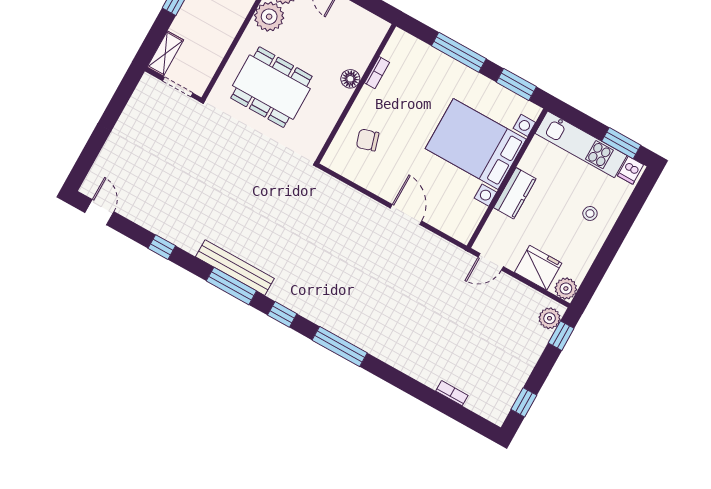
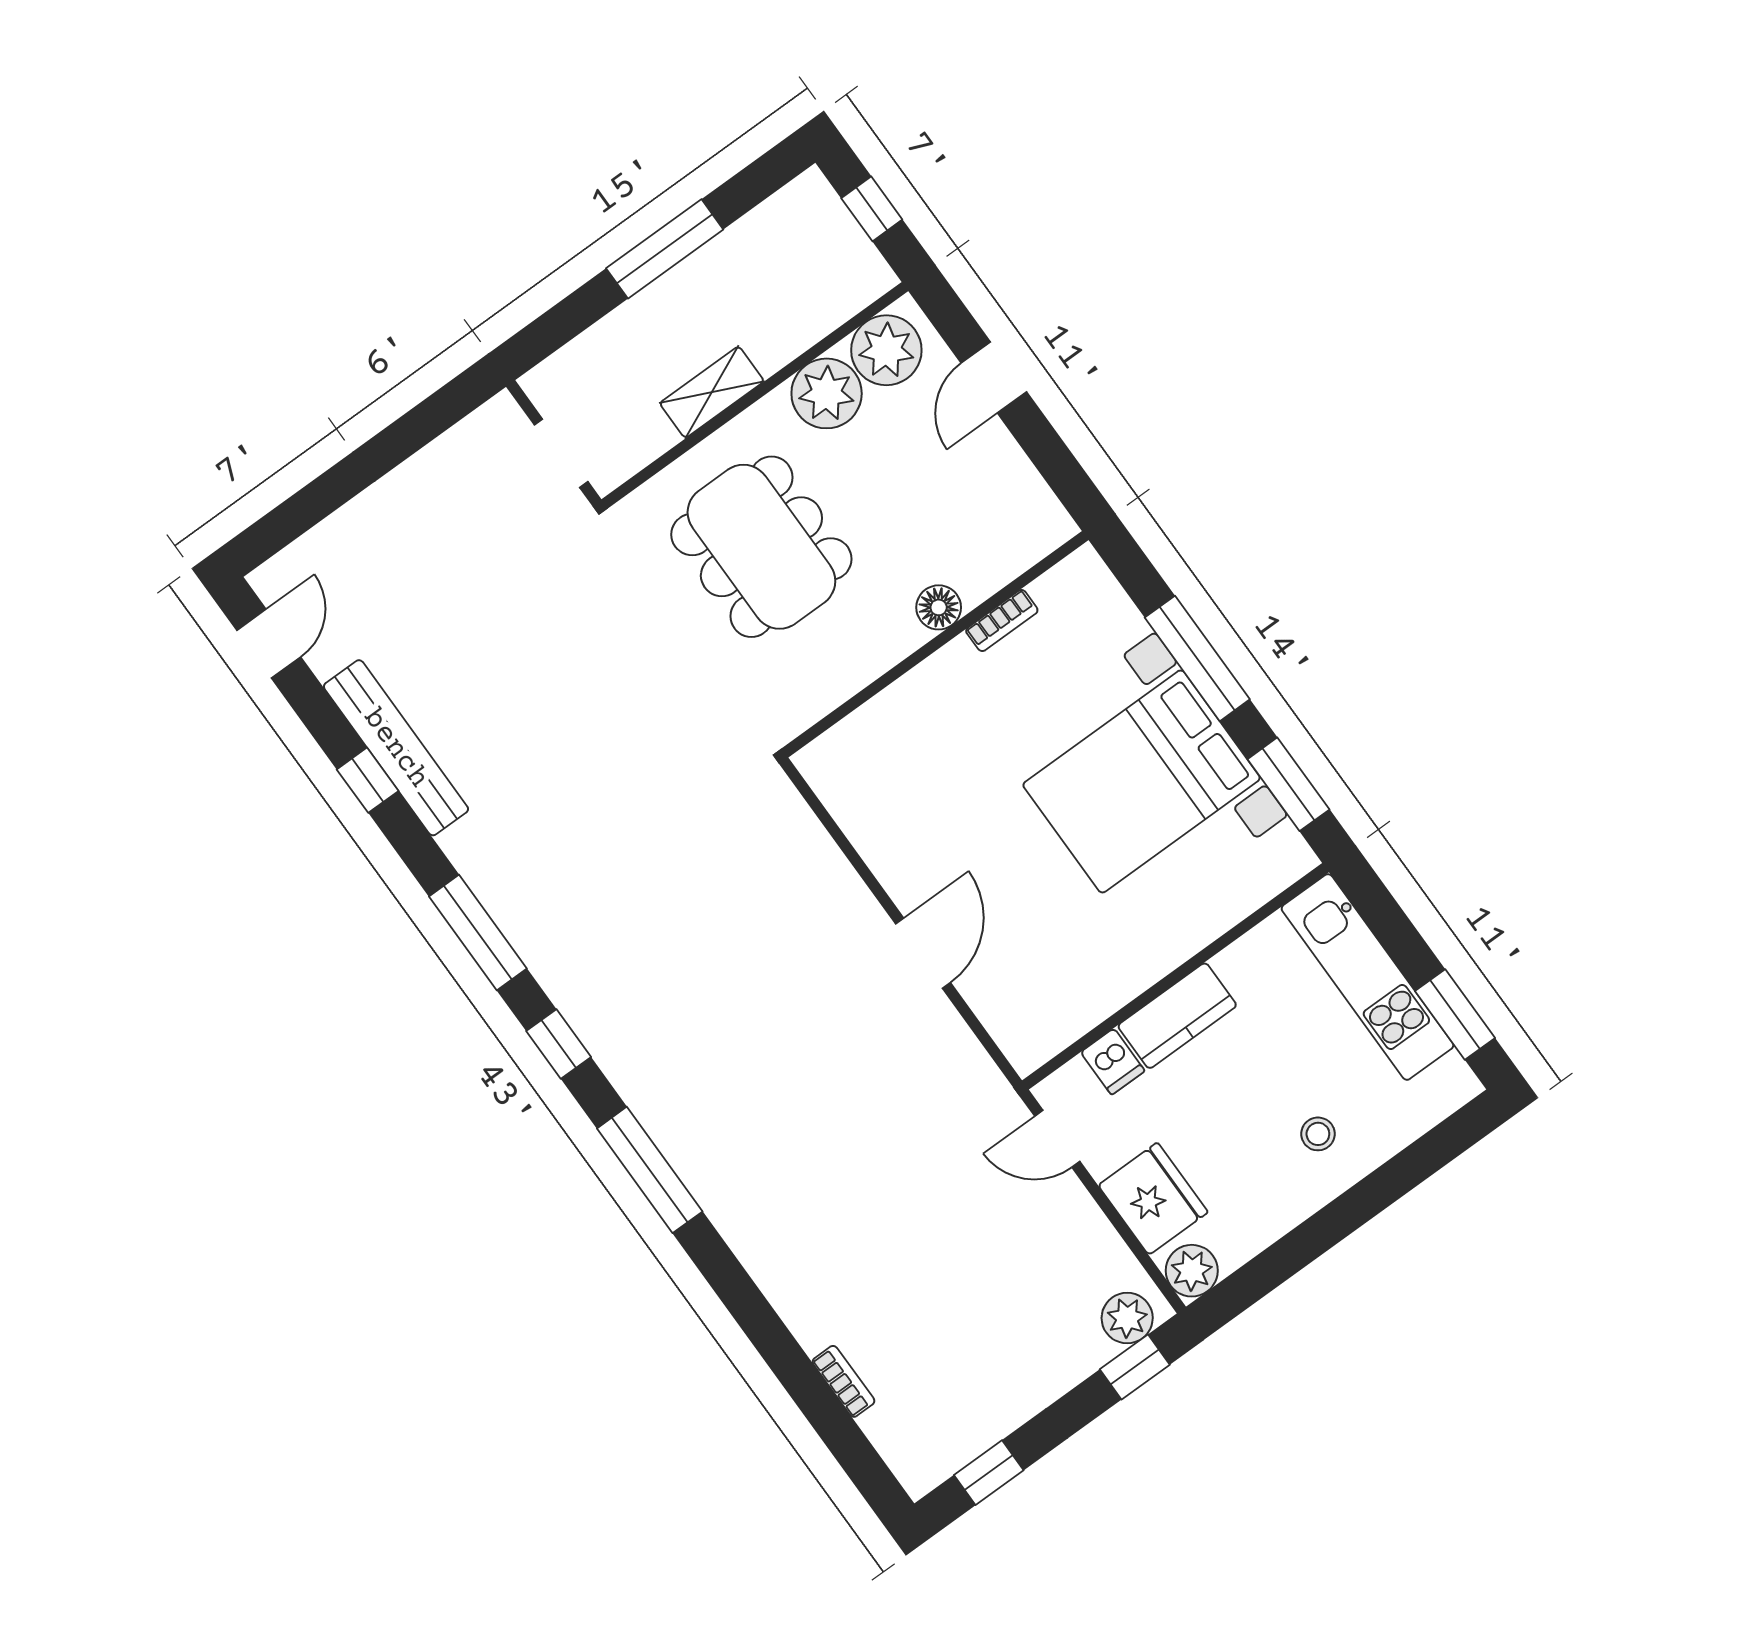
shelving: (165, 53) -> (712, 392), moved
chair: (368, 140) -> (915, 755), removed
bed with nightstands: (476, 144) -> (1142, 781), moved, turned -90
dishwasher: (631, 170) -> (1113, 1062), moved, turned -90
bench: (235, 268) -> (396, 748), moved

